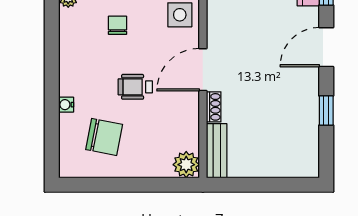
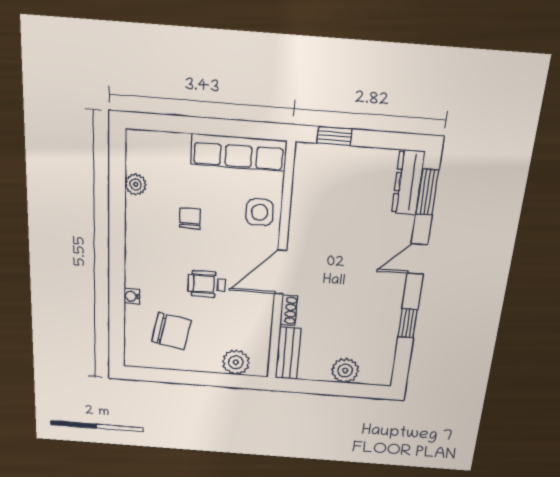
door: (326, 47) -> (417, 259), width x0.73
plant: (186, 165) -> (236, 362), moved
plant: (273, 165) -> (345, 371), added

